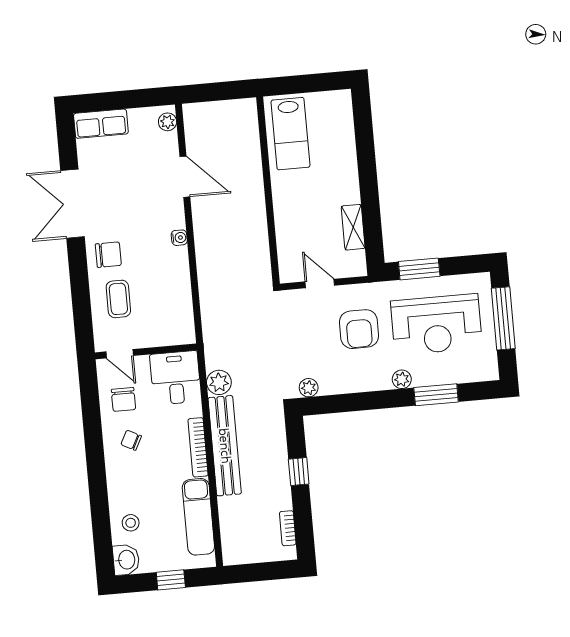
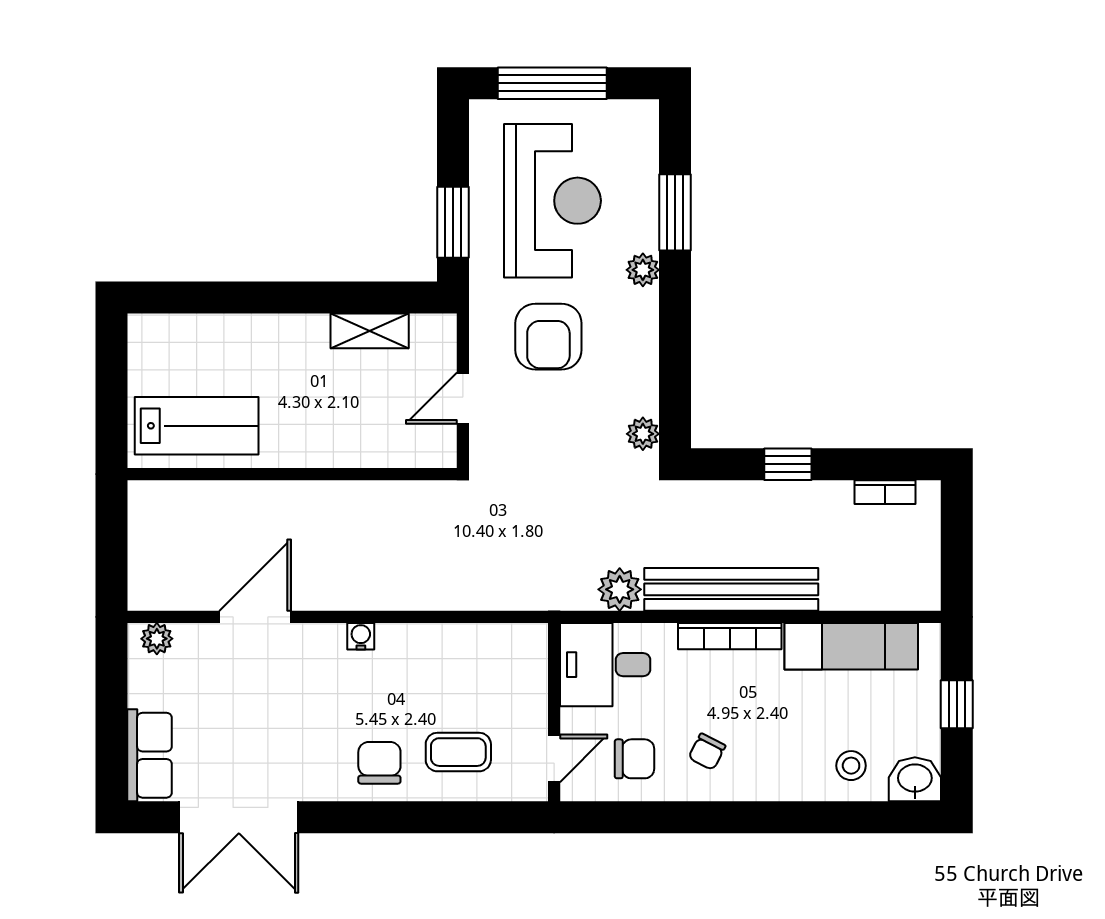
double door: (72, 204) -> (239, 817), moved
armchair: (359, 329) -> (548, 337), turned 90

